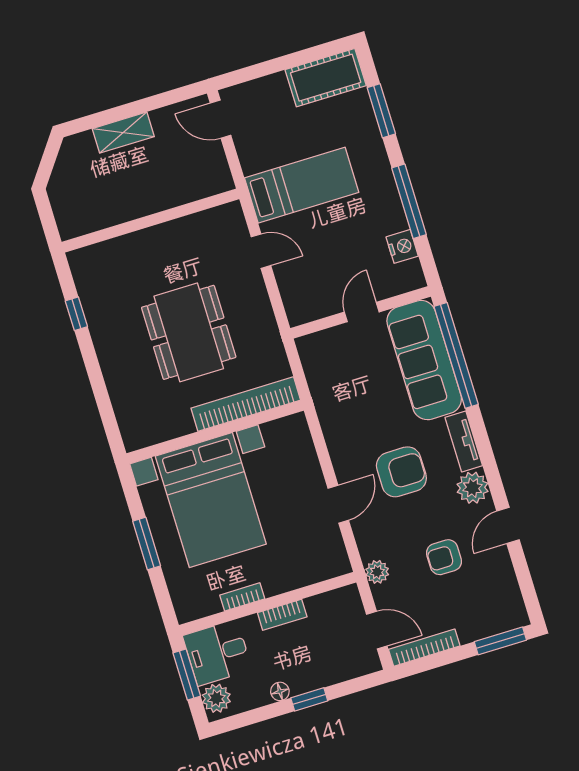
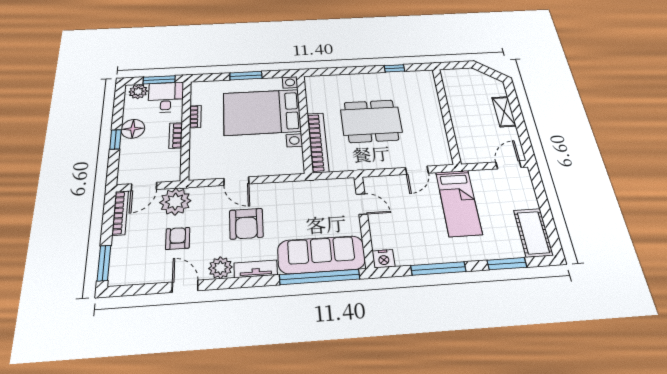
nightstand: (402, 246) -> (384, 259), moved
door: (362, 312) -> (362, 204), moved
plant: (377, 572) -> (175, 202), width x1.88, depth x1.88
floor lamp: (280, 691) -> (133, 129), width x1.89, depth x1.89

